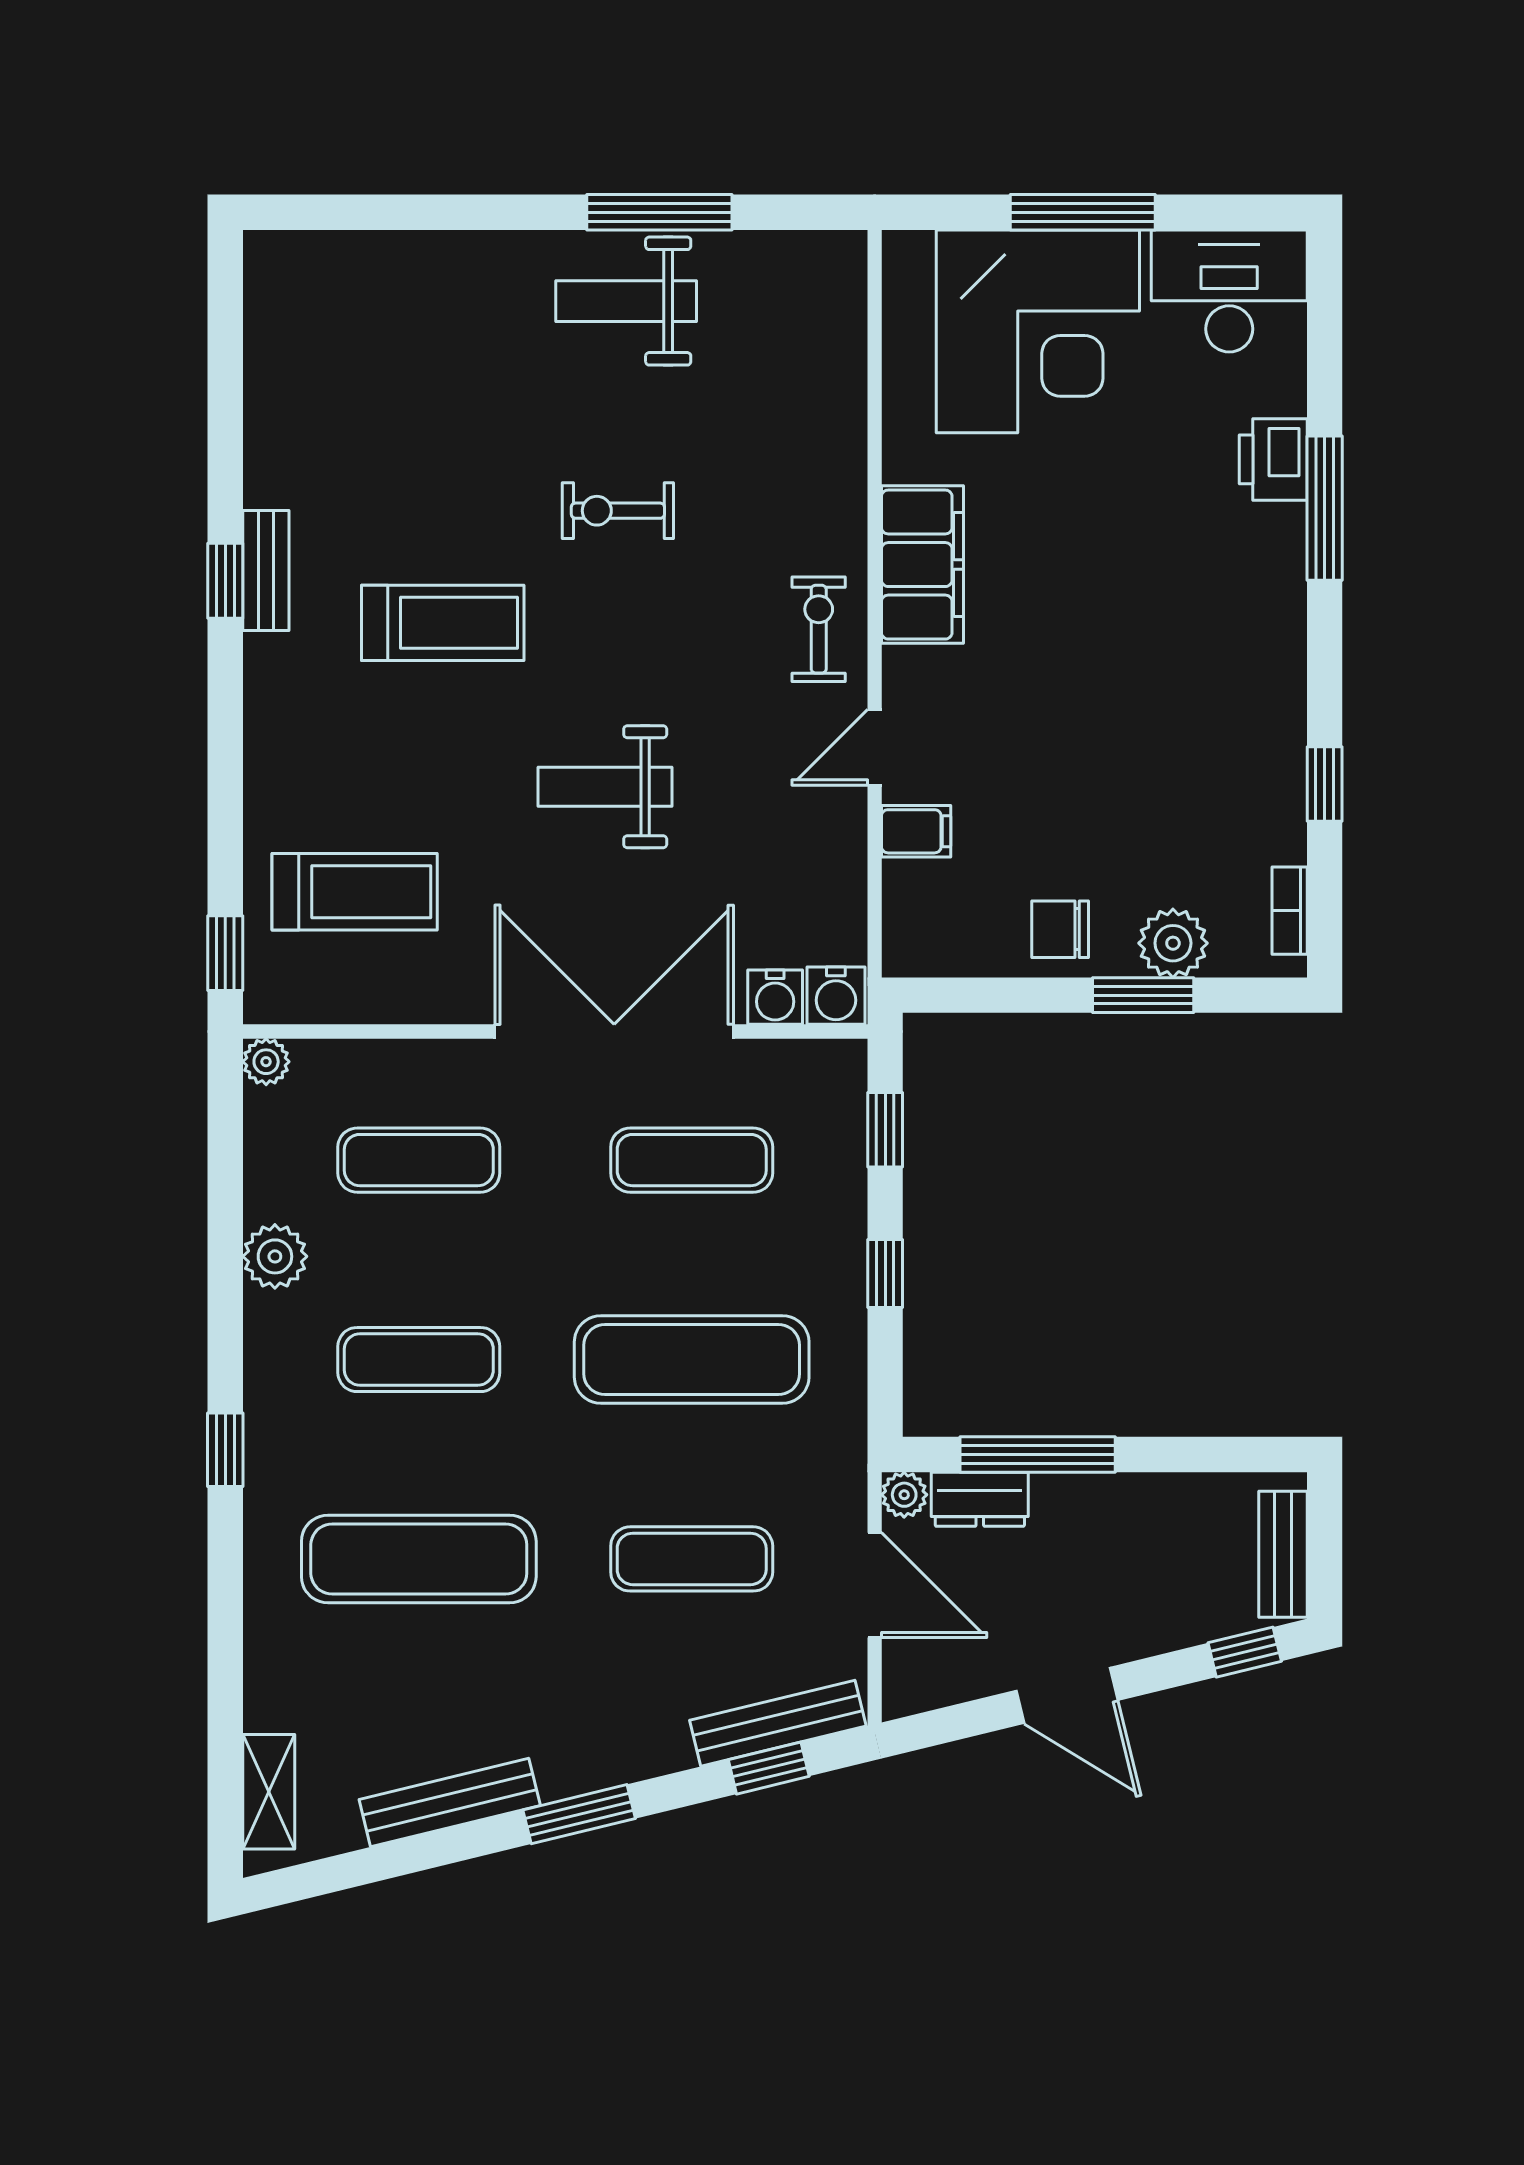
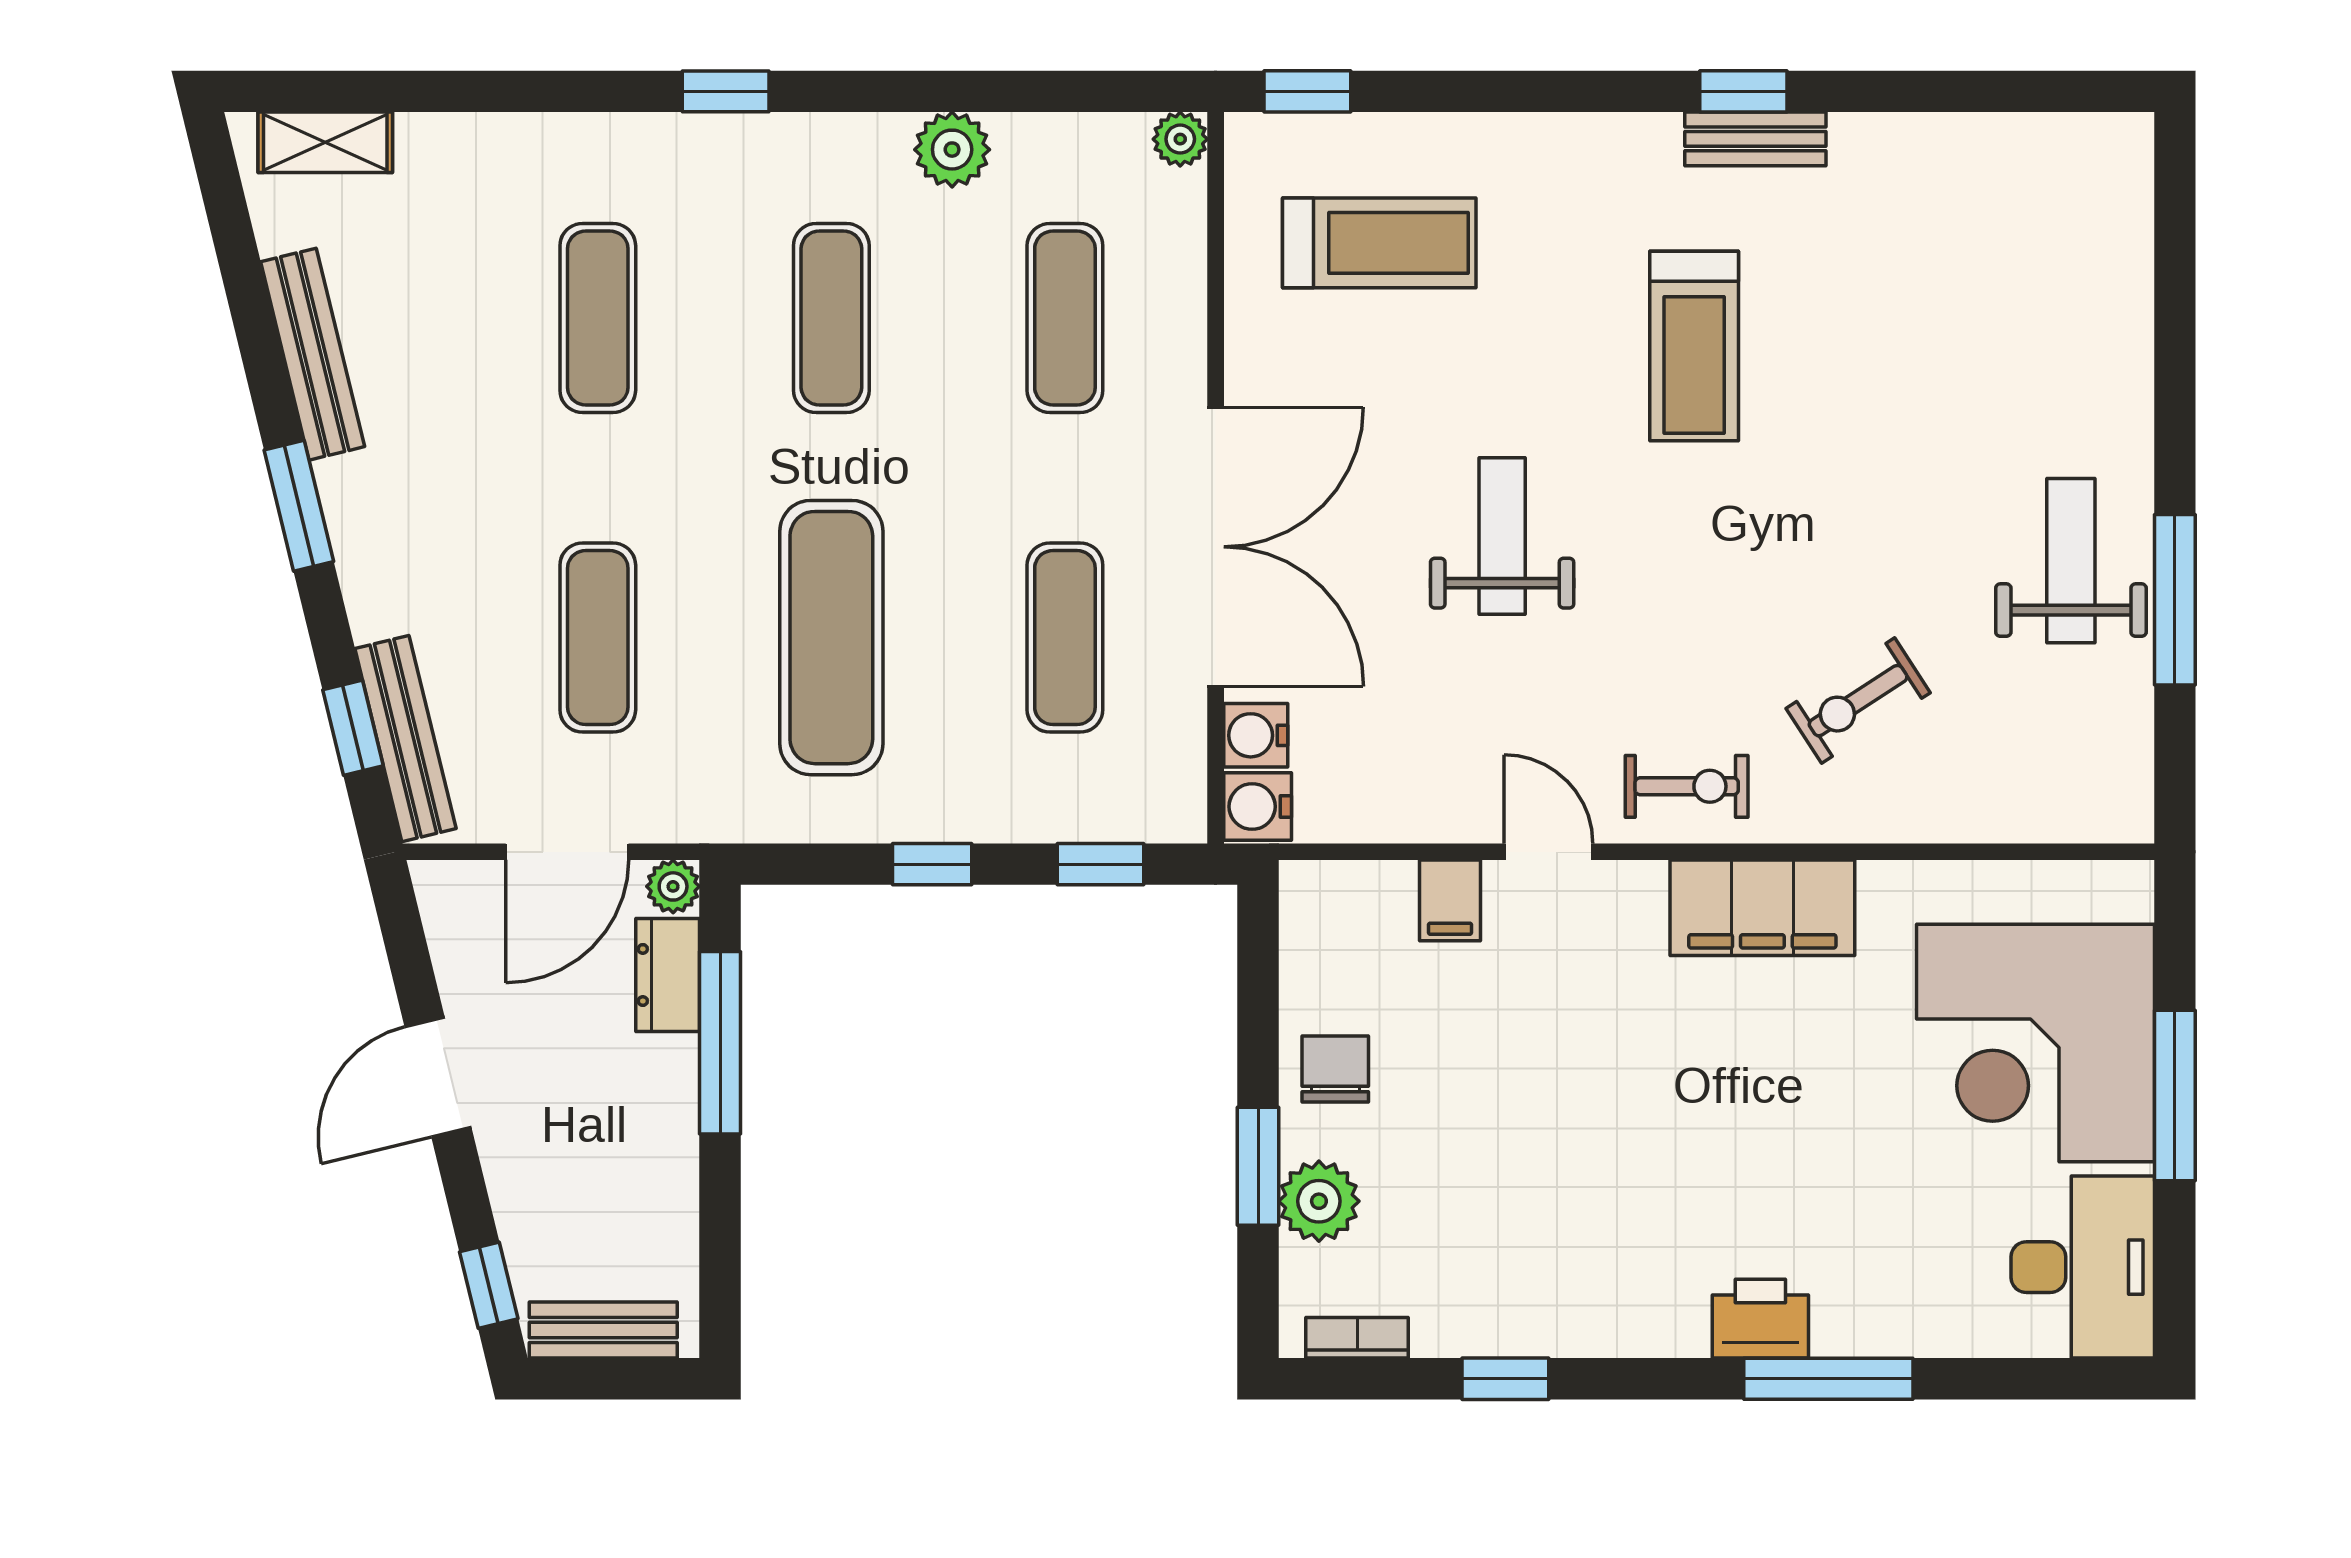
printer: (1273, 459) -> (1760, 1319), moved
exercise bike: (618, 511) -> (1858, 701), moved, turned -123
treadmill: (355, 892) -> (1379, 243), turned -90
exercise mat: (419, 1559) -> (598, 318), width x0.73, depth x0.69

